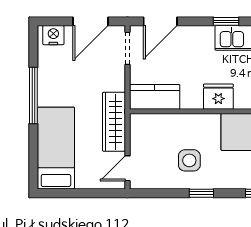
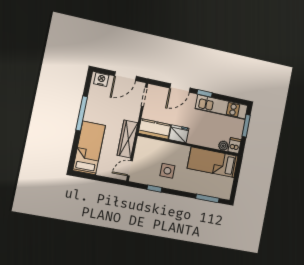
door: (160, 21) -> (180, 88), moved
fridge: (218, 97) -> (179, 134), moved
window: (201, 193) -> (154, 189), moved

